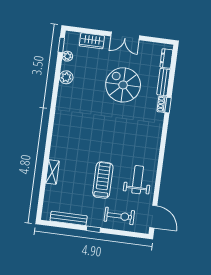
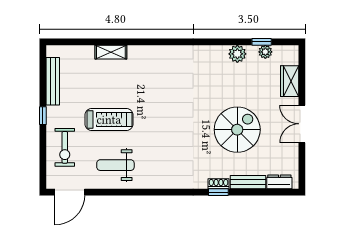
window: (61, 45) -> (262, 42), moved
weight bench: (138, 180) -> (115, 165), turned 180

